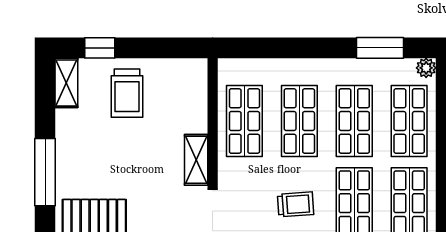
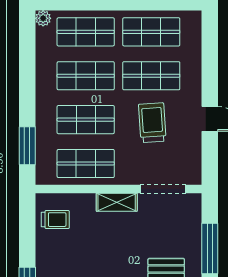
window: (380, 48) -> (27, 146), moved
trolley: (127, 93) -> (55, 220), moved, width x0.73, depth x0.72
trolley: (295, 204) -> (152, 123), width x1.36, depth x1.39

